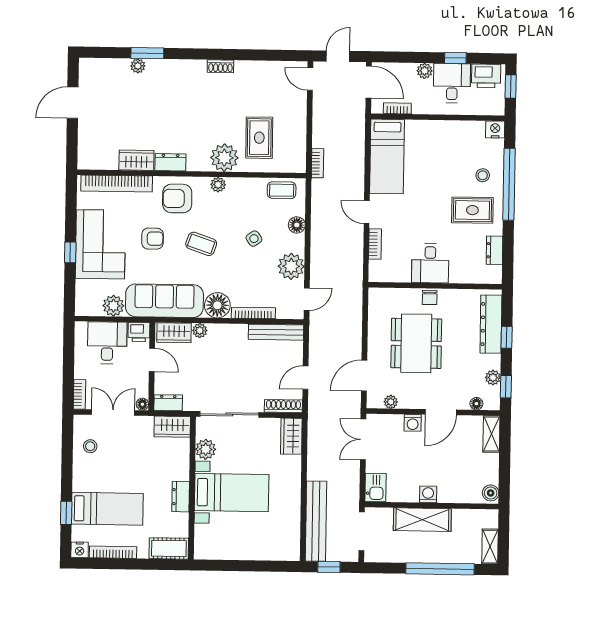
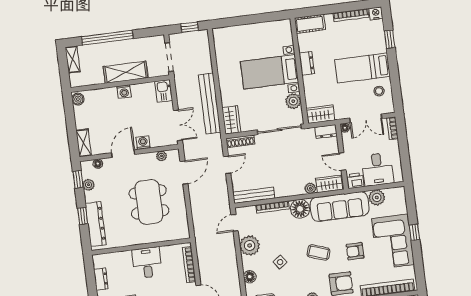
bookcase: (375, 244) -> (189, 265), width x1.56
chair: (430, 297) -> (144, 237), removed
bed: (107, 509) -> (362, 68), moved
bench: (316, 521) -> (210, 103), moved

